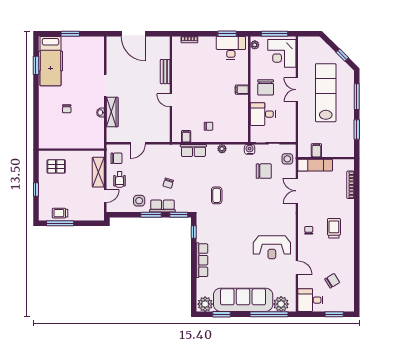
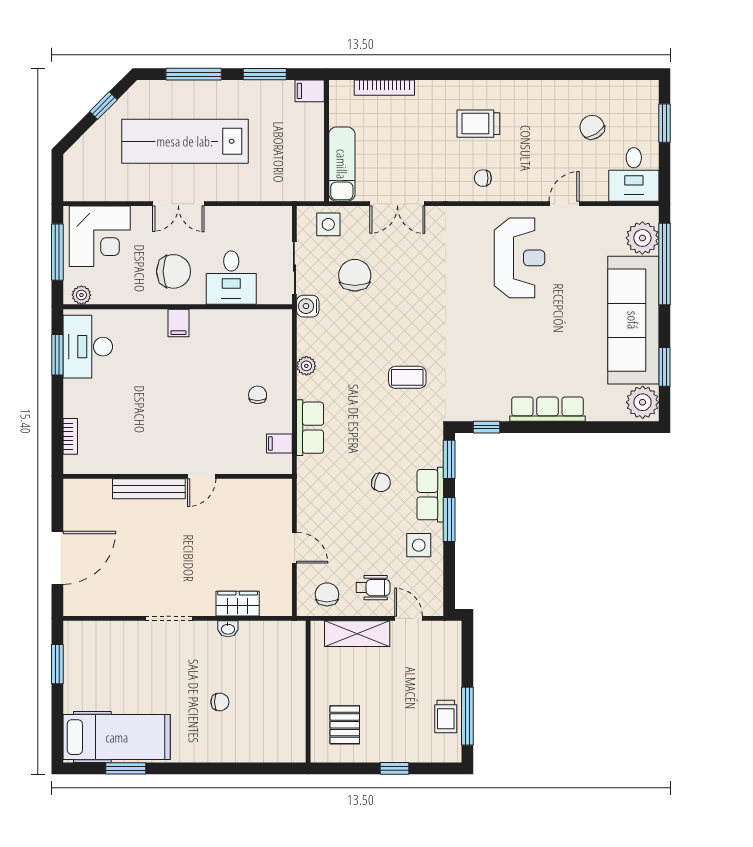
window: (70, 34) -> (57, 664), moved
bench: (165, 72) -> (149, 489), width x1.36
wardrobe: (112, 112) -> (238, 604), width x0.67
filing cabinet: (316, 150) -> (310, 91), moved

